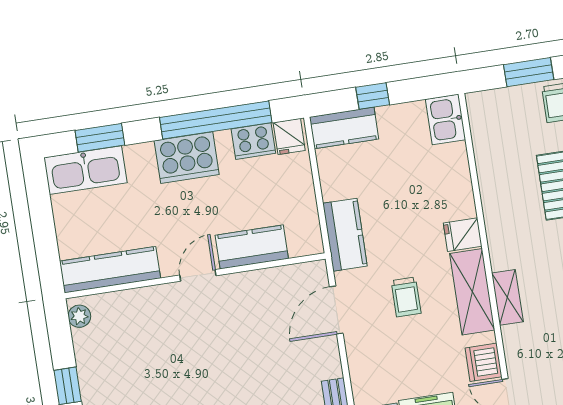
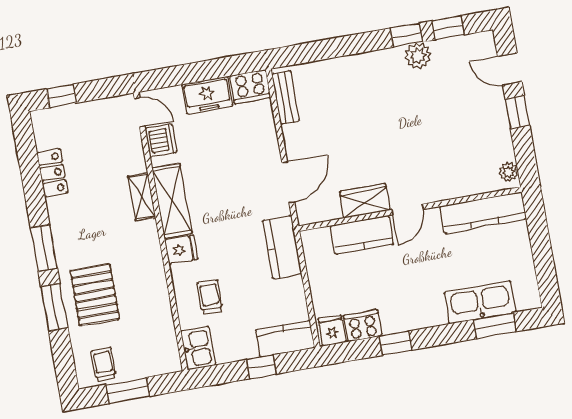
window: (216, 120) -> (395, 343), width x0.32
cooker: (187, 158) -> (420, 310), removed
kitchen sink: (85, 170) -> (480, 302), moved
wardrobe: (248, 287) -> (365, 201), added
trolley: (406, 297) -> (210, 297), moved

